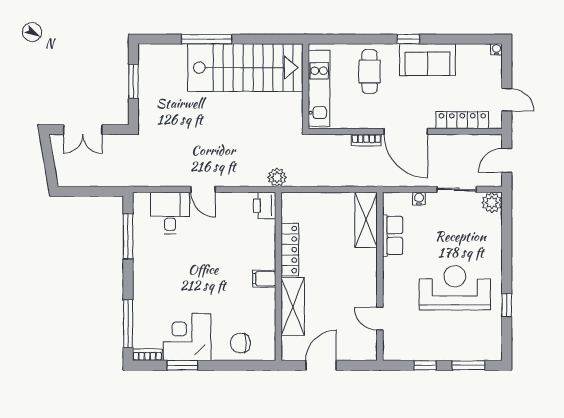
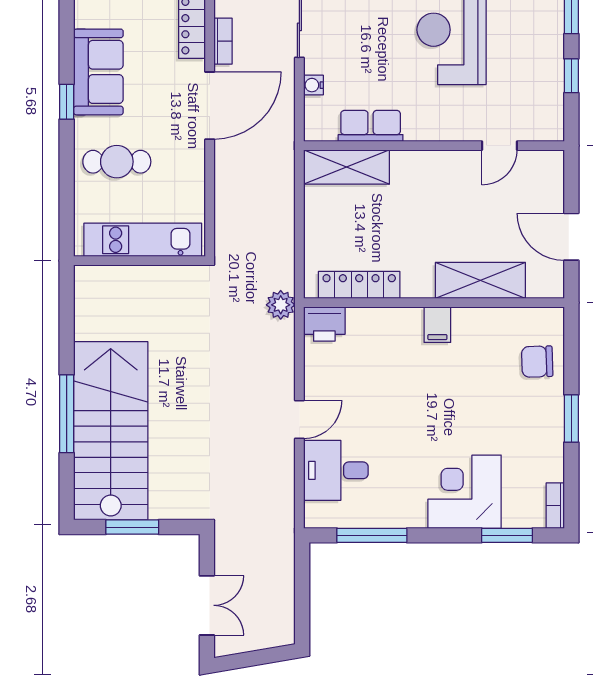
stairs: (245, 68) -> (111, 431), moved
bookcase: (366, 140) -> (223, 41), moved
locker: (290, 250) -> (359, 285), moved
window: (128, 324) -> (507, 535), width x0.69
corner desk: (187, 337) -> (465, 492), moved, turned 90
chair: (240, 343) -> (537, 362), turned 88
window: (182, 365) -> (571, 418), moved

